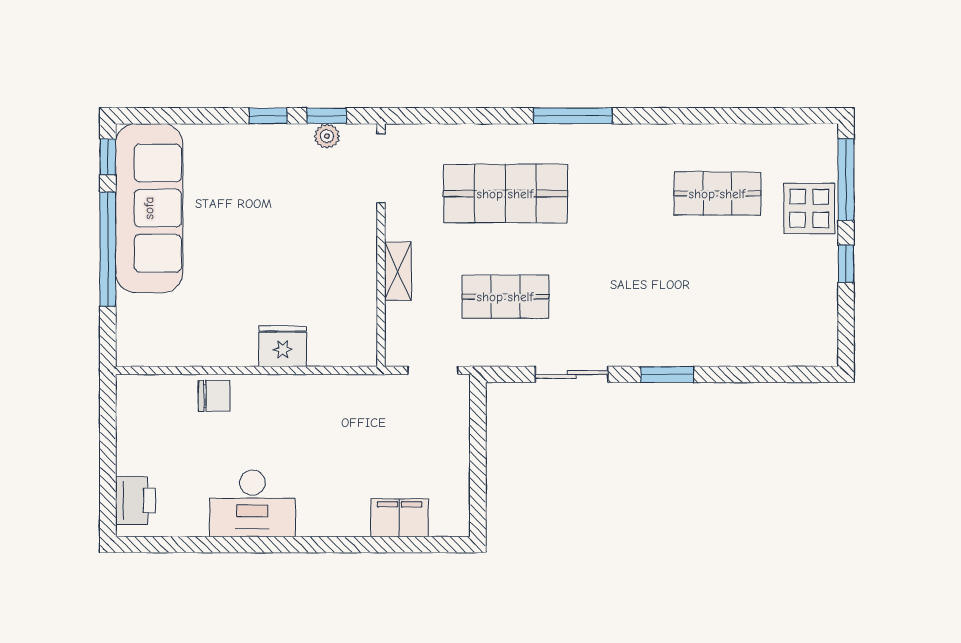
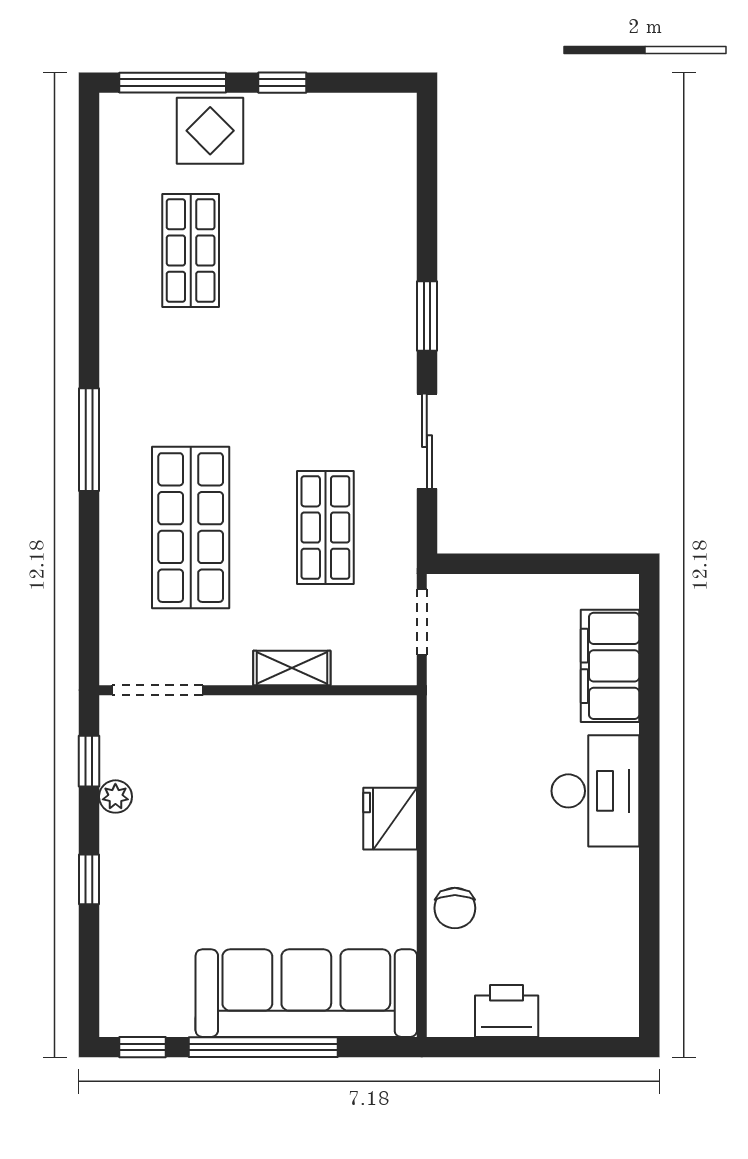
window: (268, 116) -> (89, 879), moved
plant: (327, 136) -> (115, 797), moved
sofa: (149, 208) -> (306, 993), moved
chair: (214, 396) -> (455, 908), turned 180
printer: (135, 500) -> (507, 1011), moved
desk: (252, 503) -> (595, 791), moved
filing cabinet: (400, 518) -> (610, 666), width x1.50, depth x1.17

